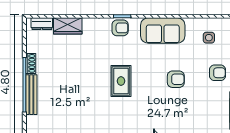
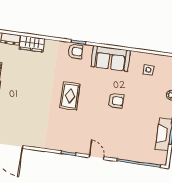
armchair: (218, 73) -> (152, 100), removed

